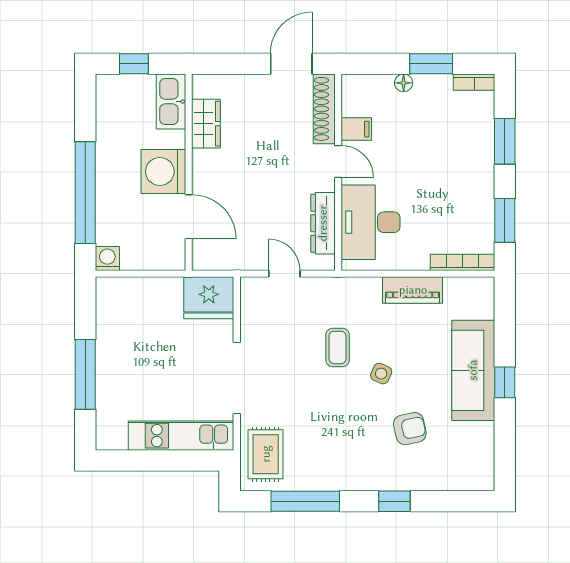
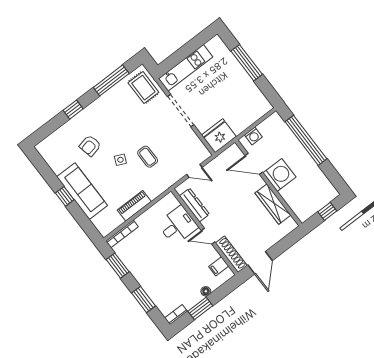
kitchen sink: (171, 102) -> (299, 207), removed
wardrobe: (206, 124) -> (273, 204), width x1.50
filing cabinet: (356, 129) -> (219, 266), moved
desk: (371, 222) -> (178, 225), width x0.73
washing machine: (107, 259) -> (253, 136), moved

